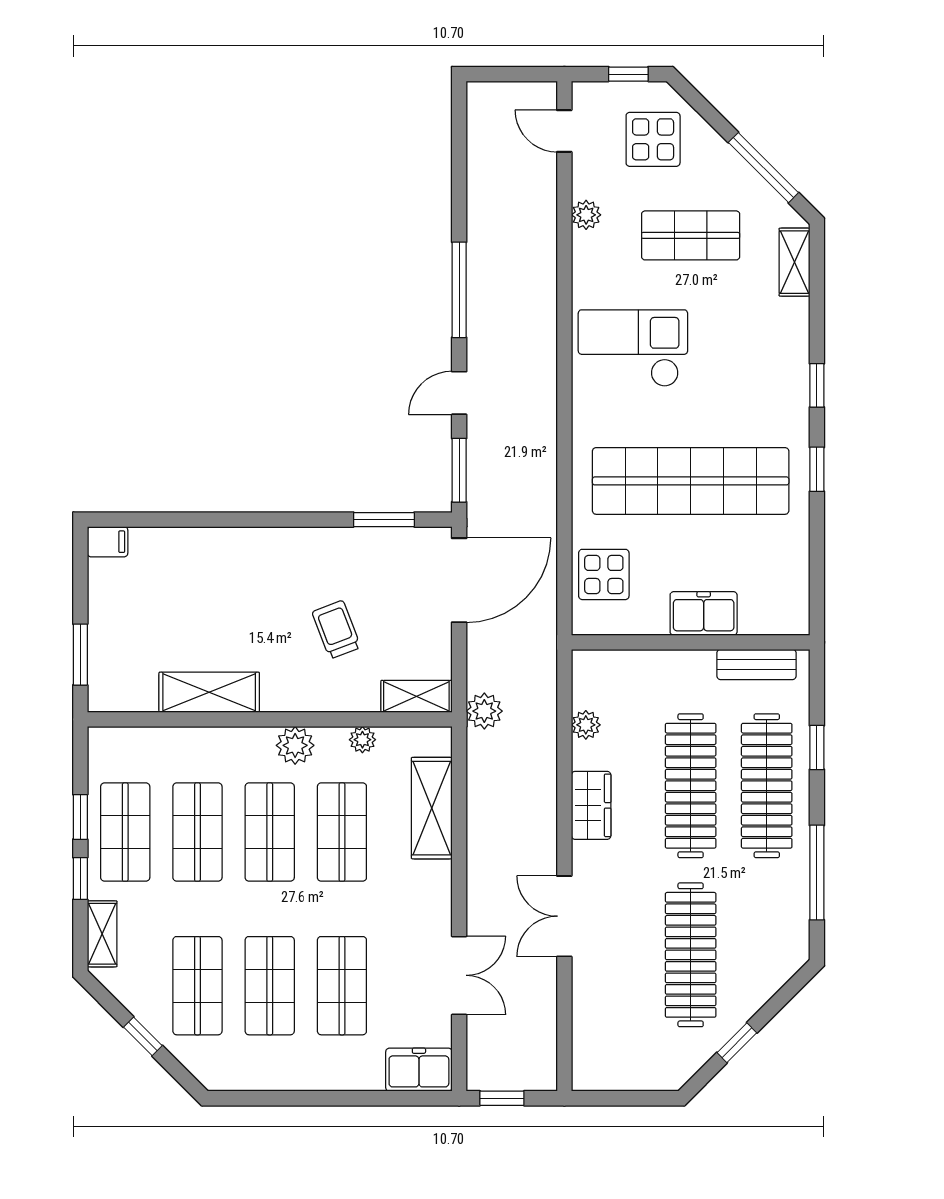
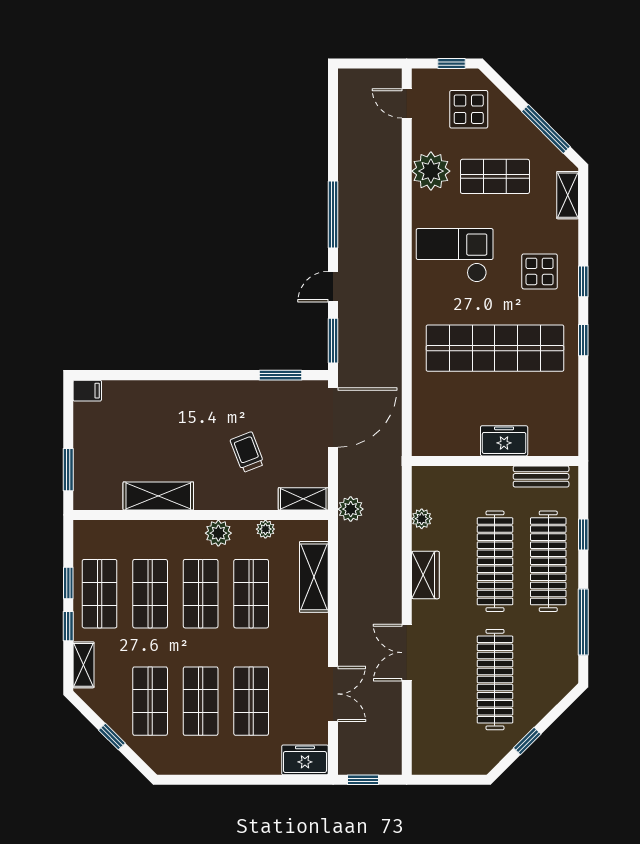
plant: (586, 215) -> (431, 171), width x1.88, depth x1.88
display table: (604, 574) -> (540, 271), moved

